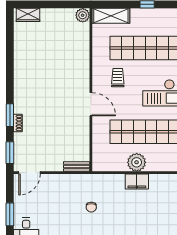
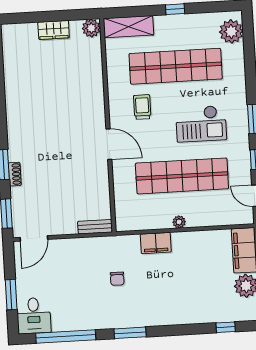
wardrobe: (28, 15) -> (54, 30), moved
plant: (137, 162) -> (179, 222), width x0.53, depth x0.53
filing cabinet: (137, 182) -> (156, 243), moved

